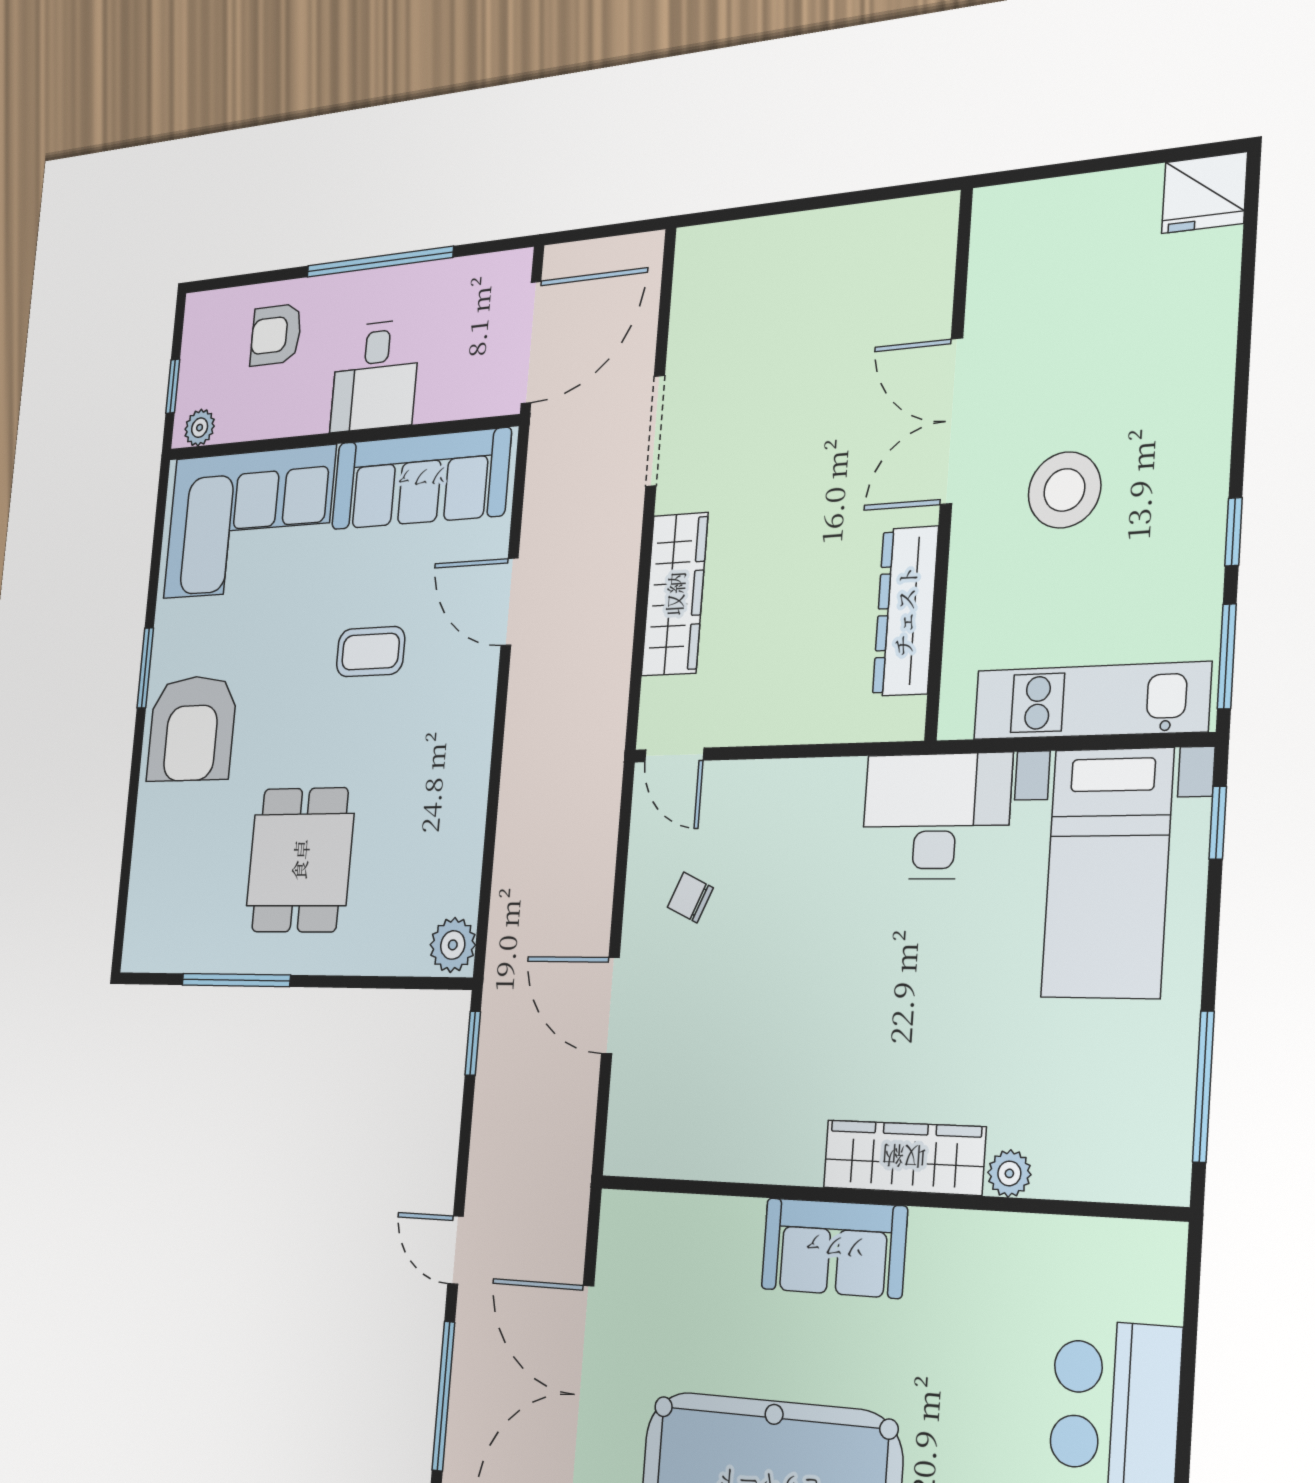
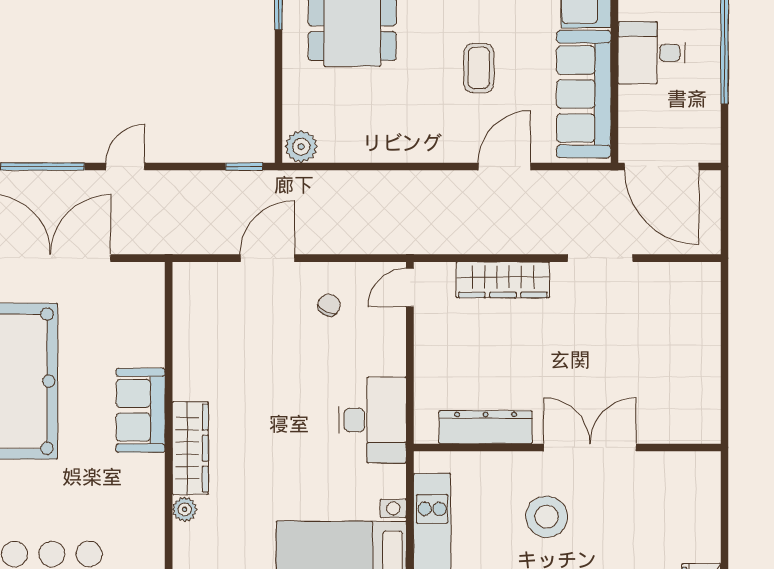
desk: (936, 816) -> (373, 420), moved

